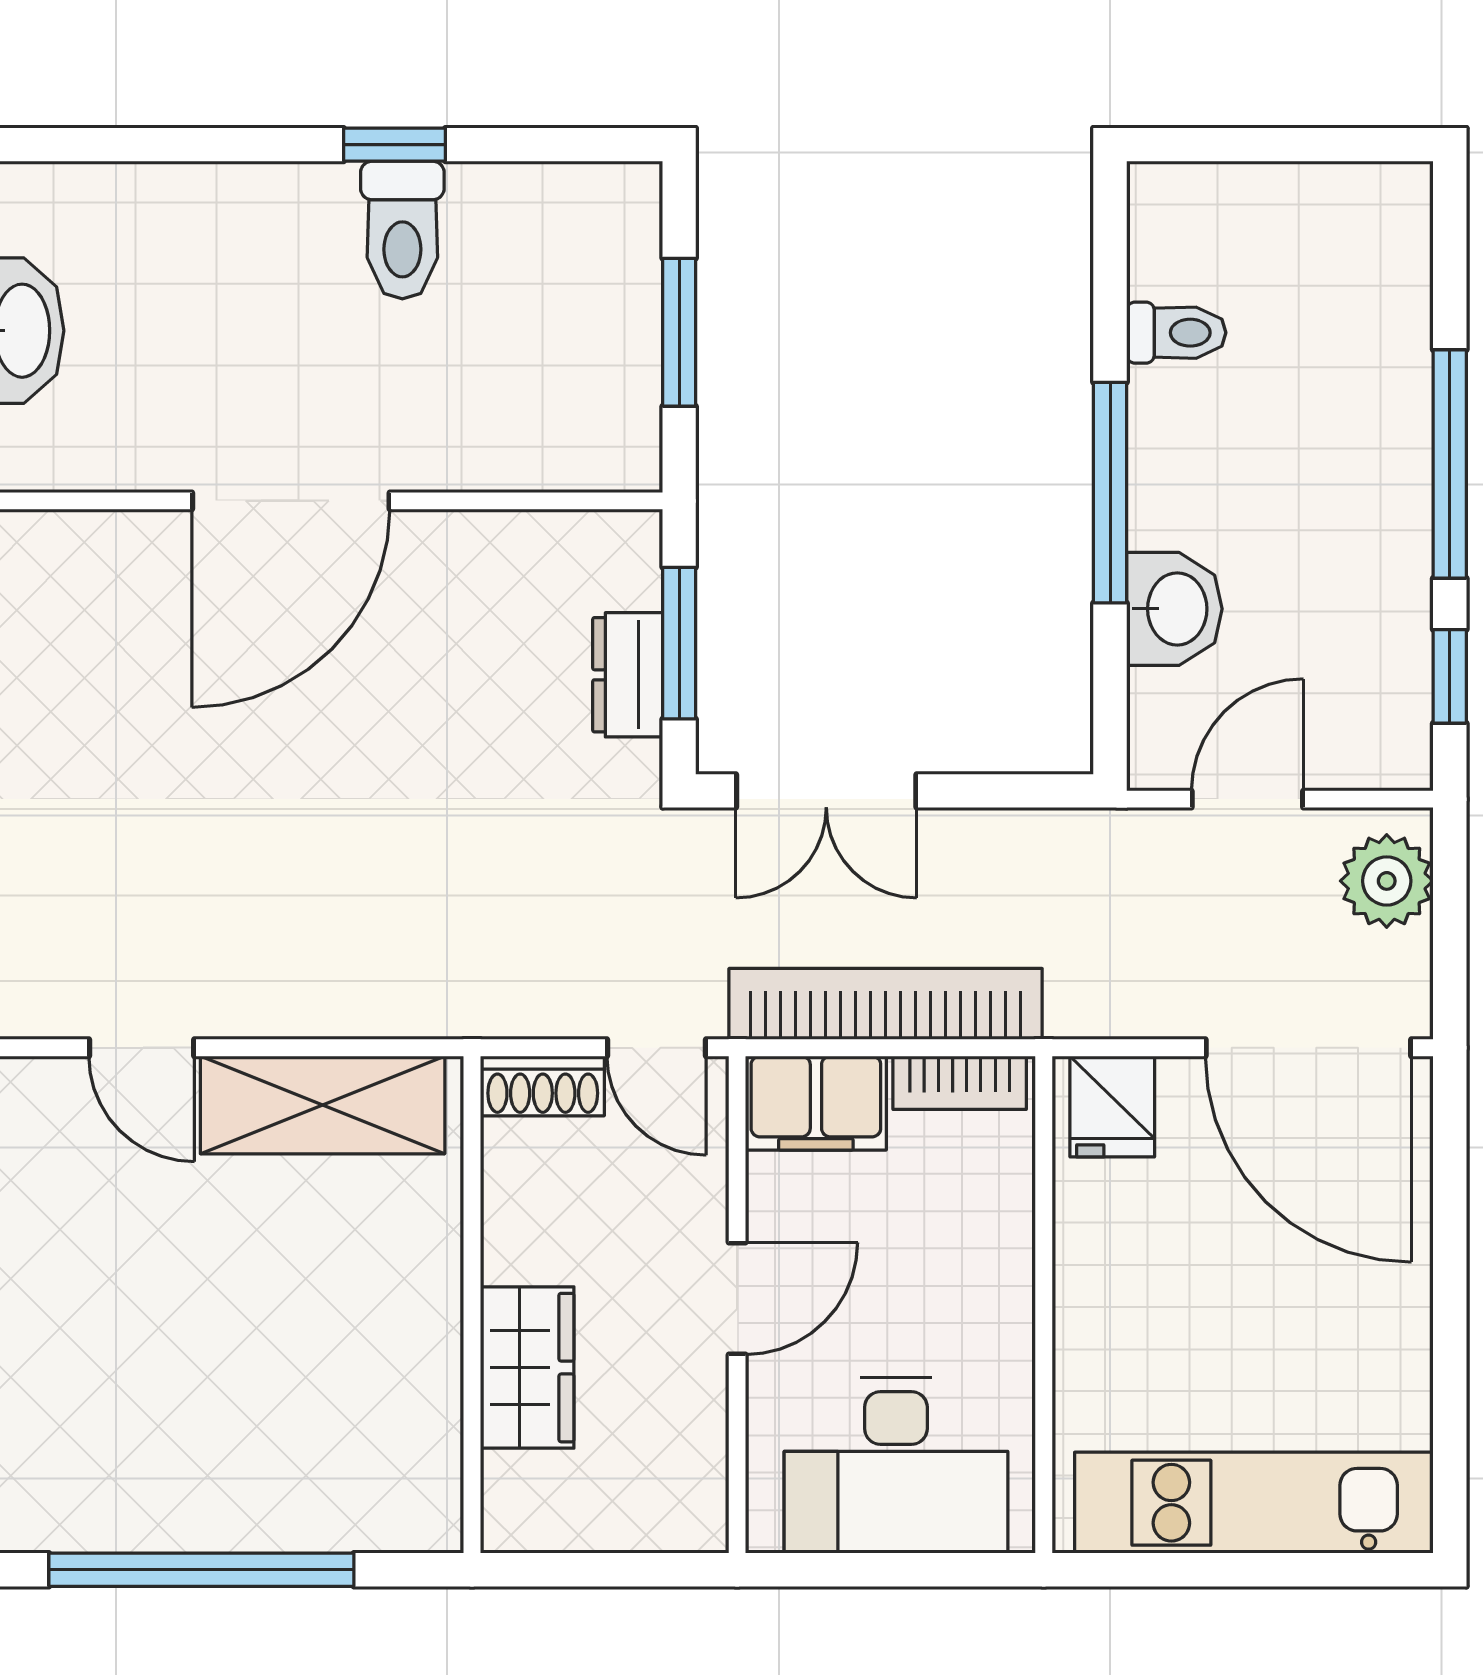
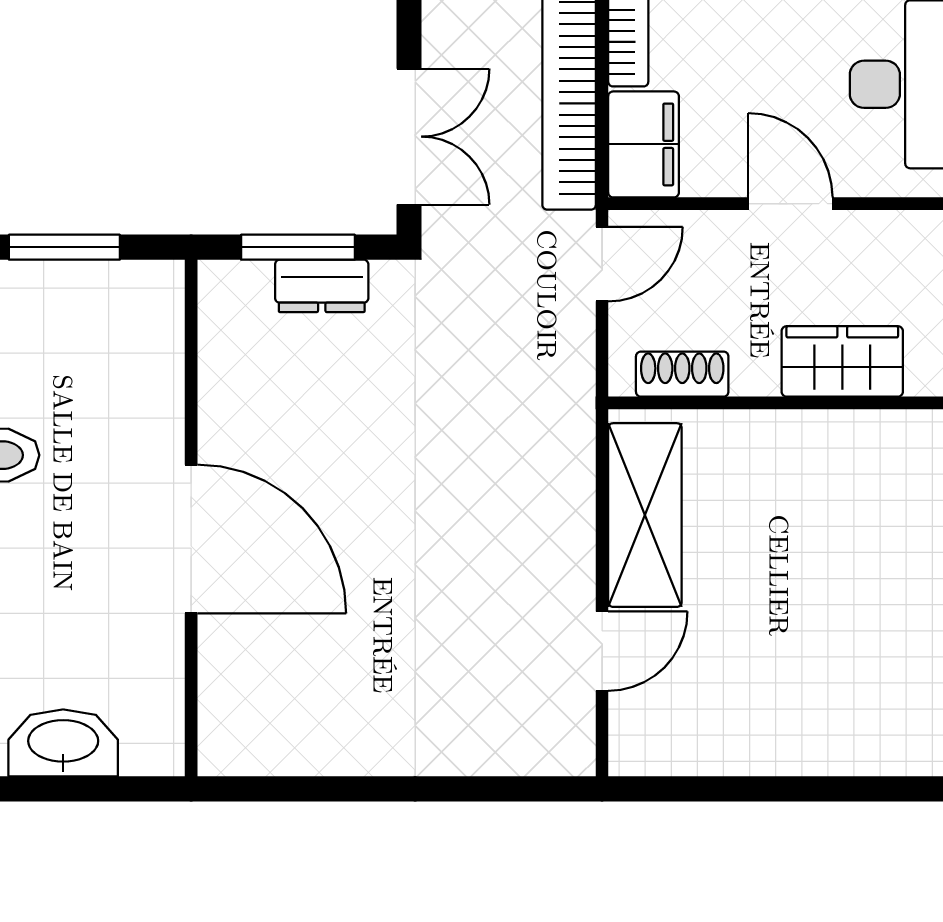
shoe rack: (543, 1086) -> (682, 374), moved, turned -90

